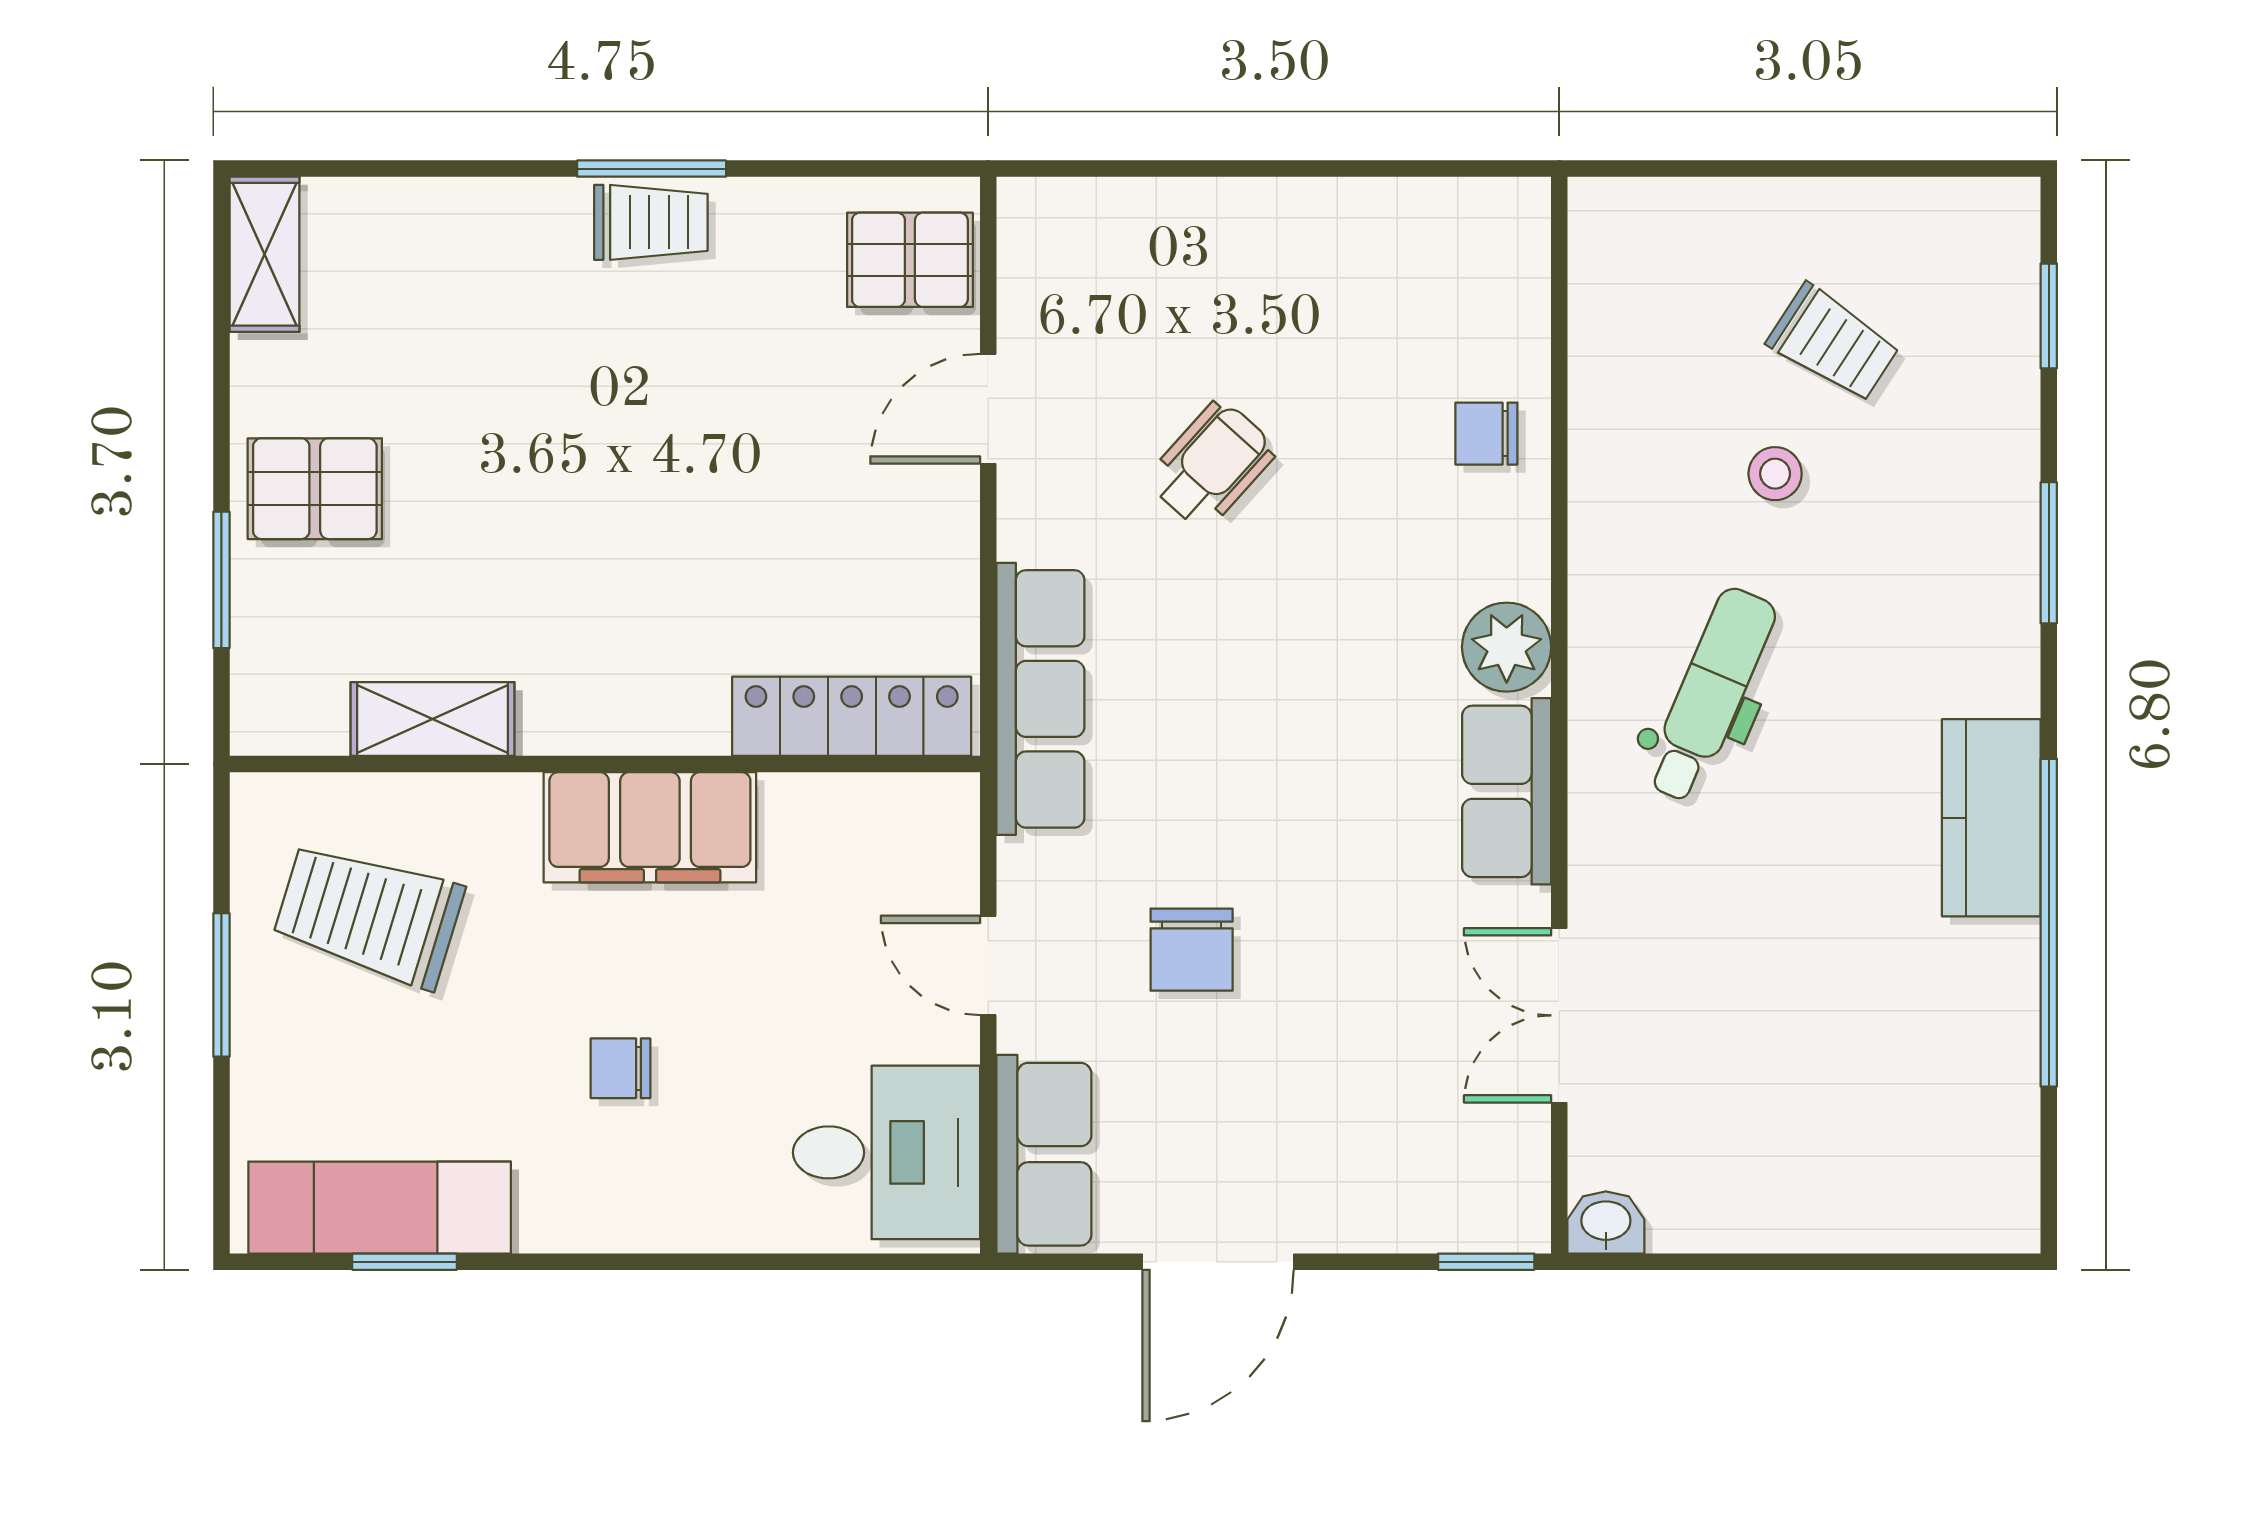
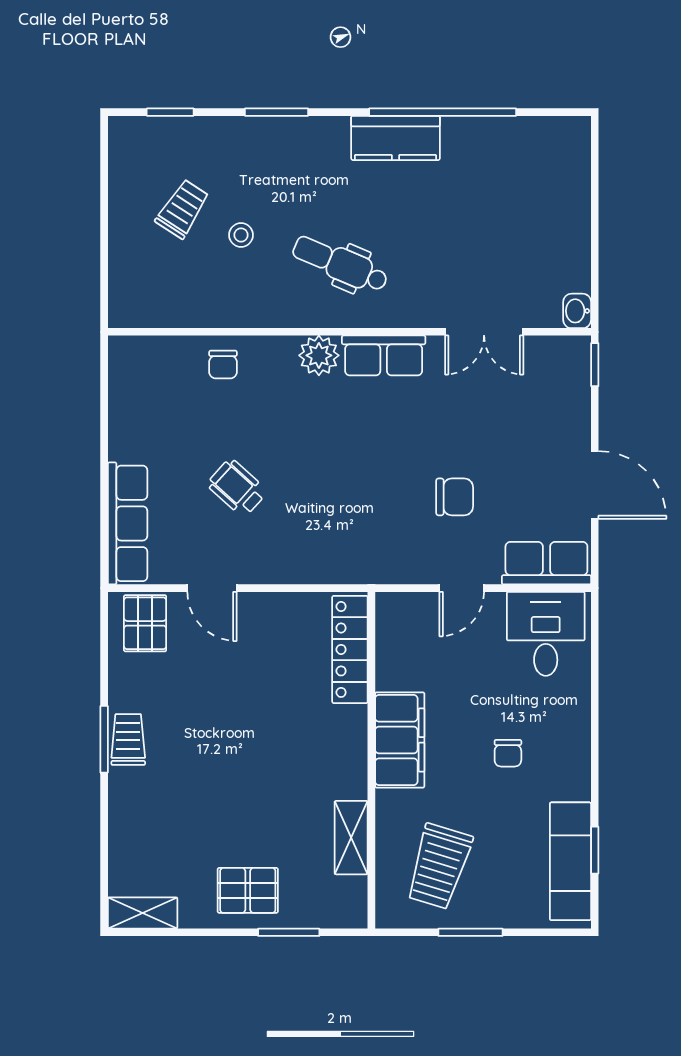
pallet: (315, 489) -> (248, 890), turned 90
row of seats: (1040, 699) -> (128, 523), moved, turned 90

